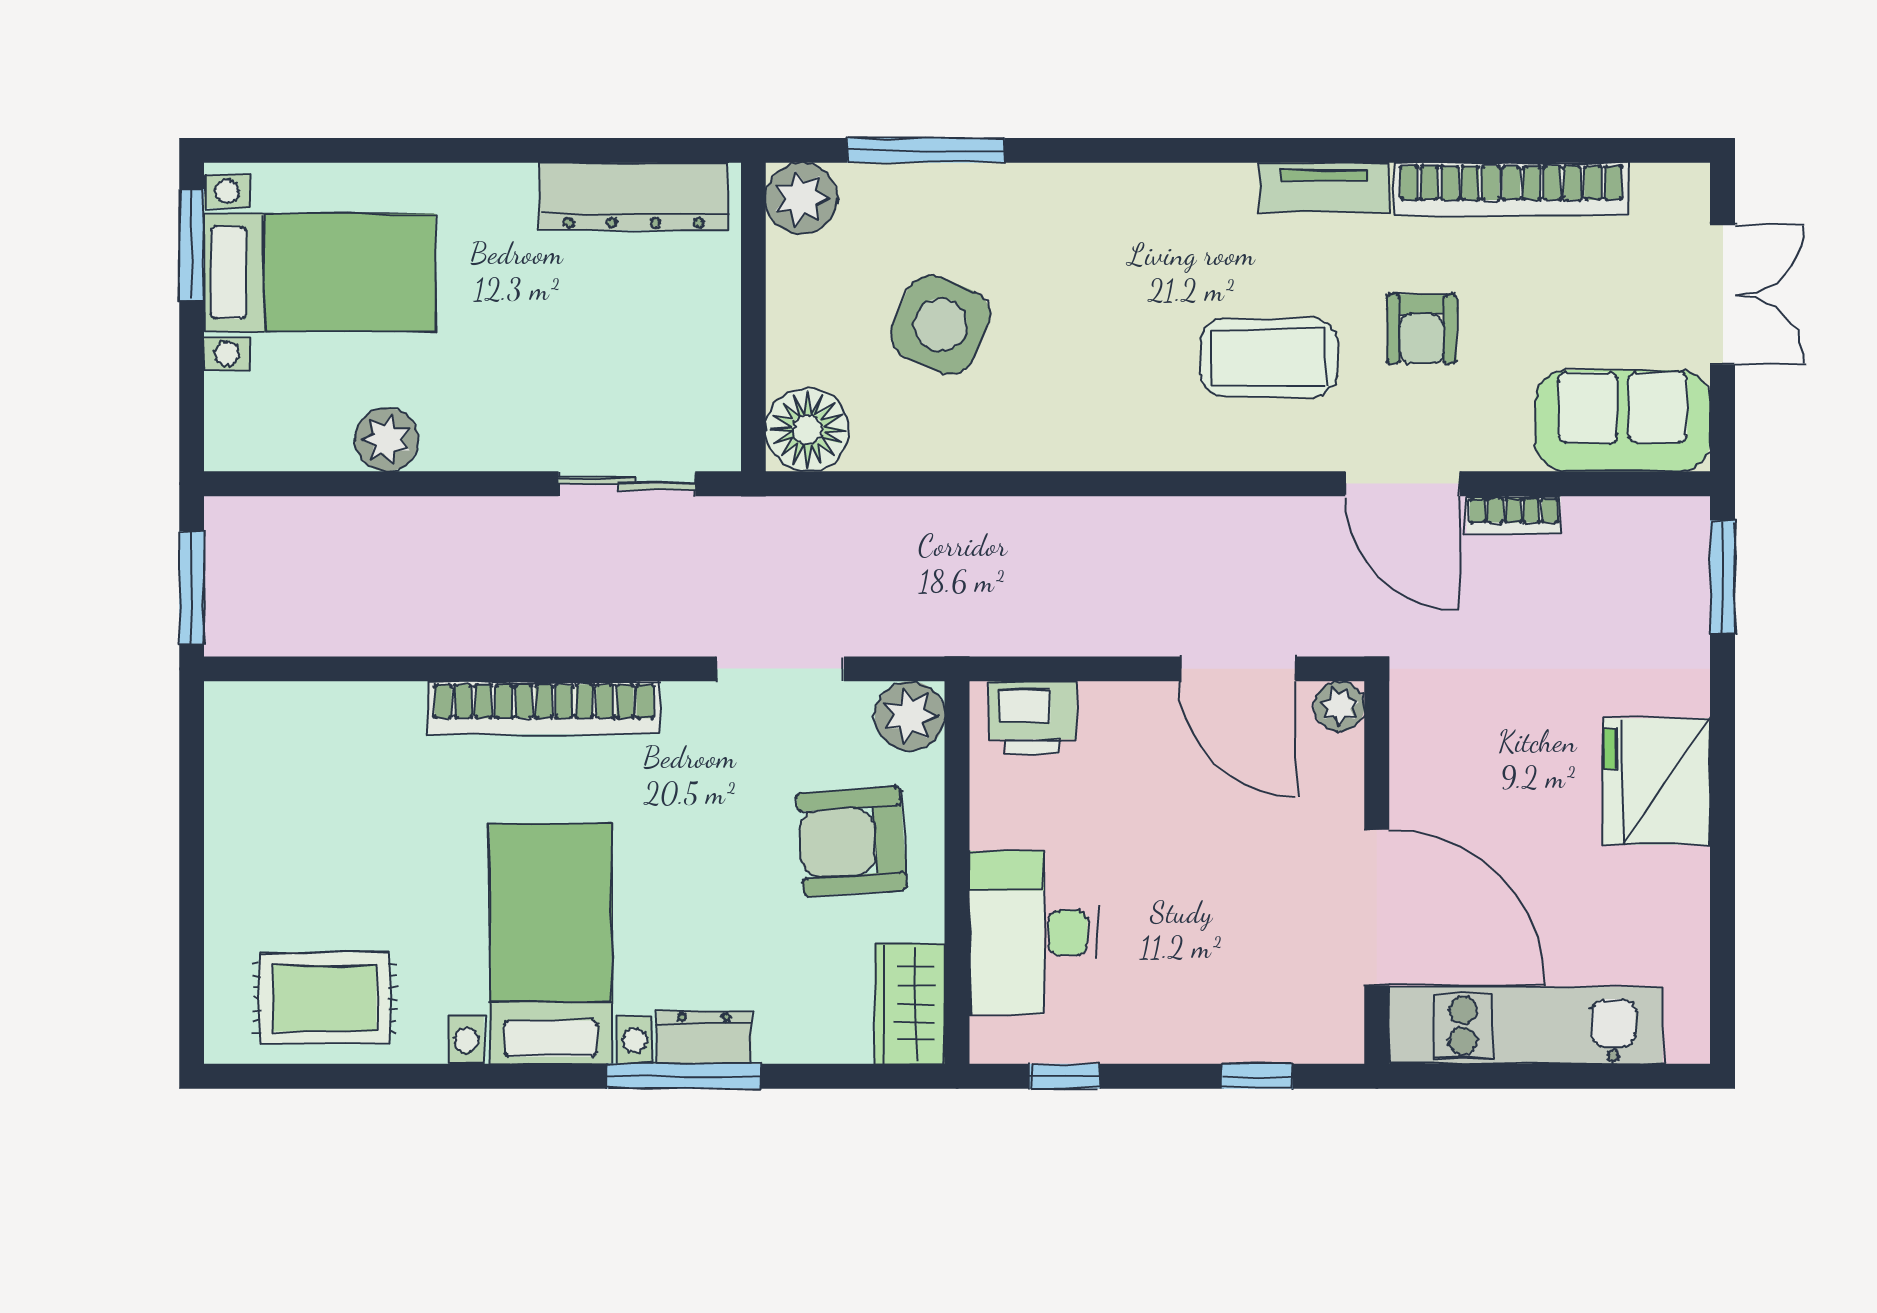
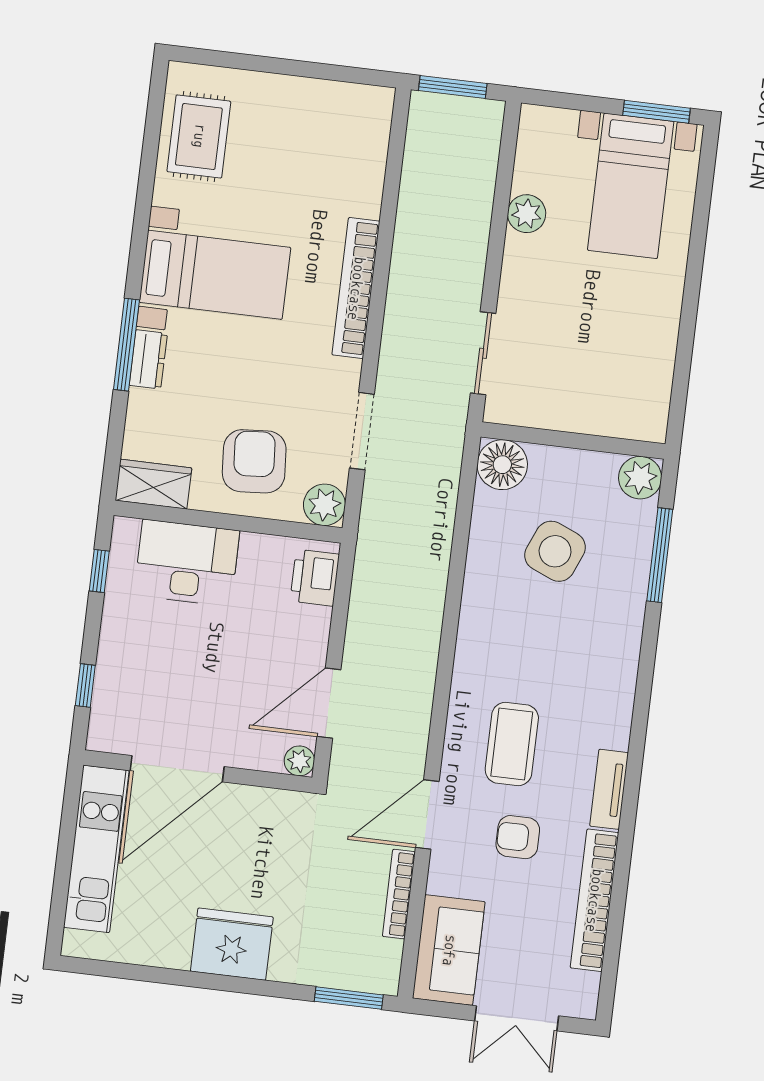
dresser: (634, 196) -> (653, 378), removed
bookcase: (1514, 515) -> (399, 894), width x1.56

